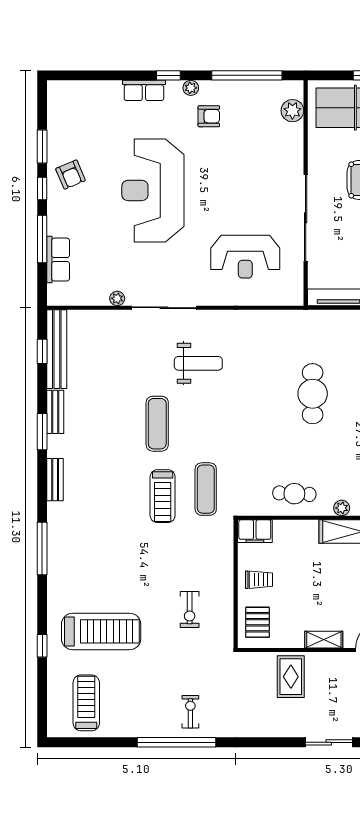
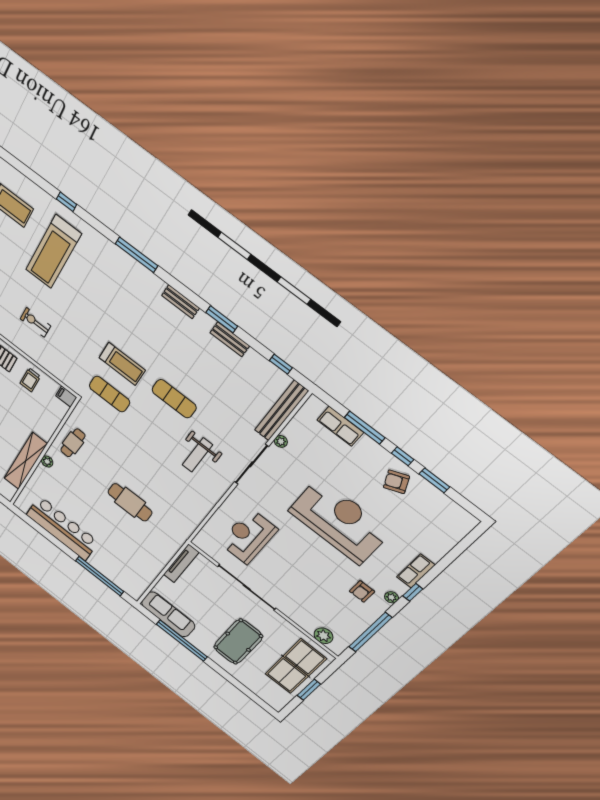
bench: (57, 349) -> (281, 411), moved, turned 90
treadmill: (163, 496) -> (122, 364), turned 180
filing cabinet: (255, 531) -> (66, 397), width x0.50

